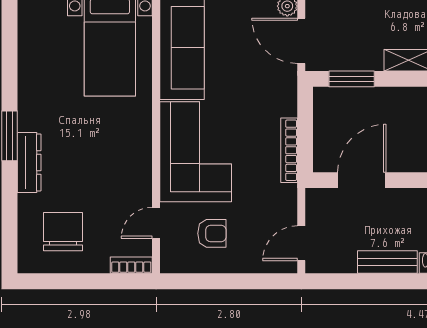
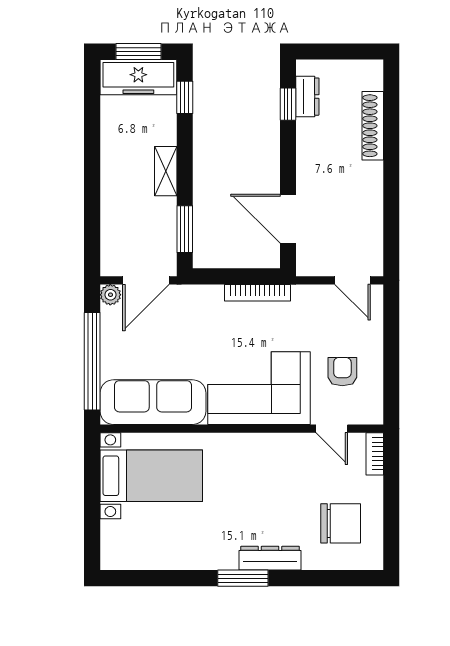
chair: (63, 232) -> (341, 523), turned 180
bench: (387, 262) -> (372, 193), removed

